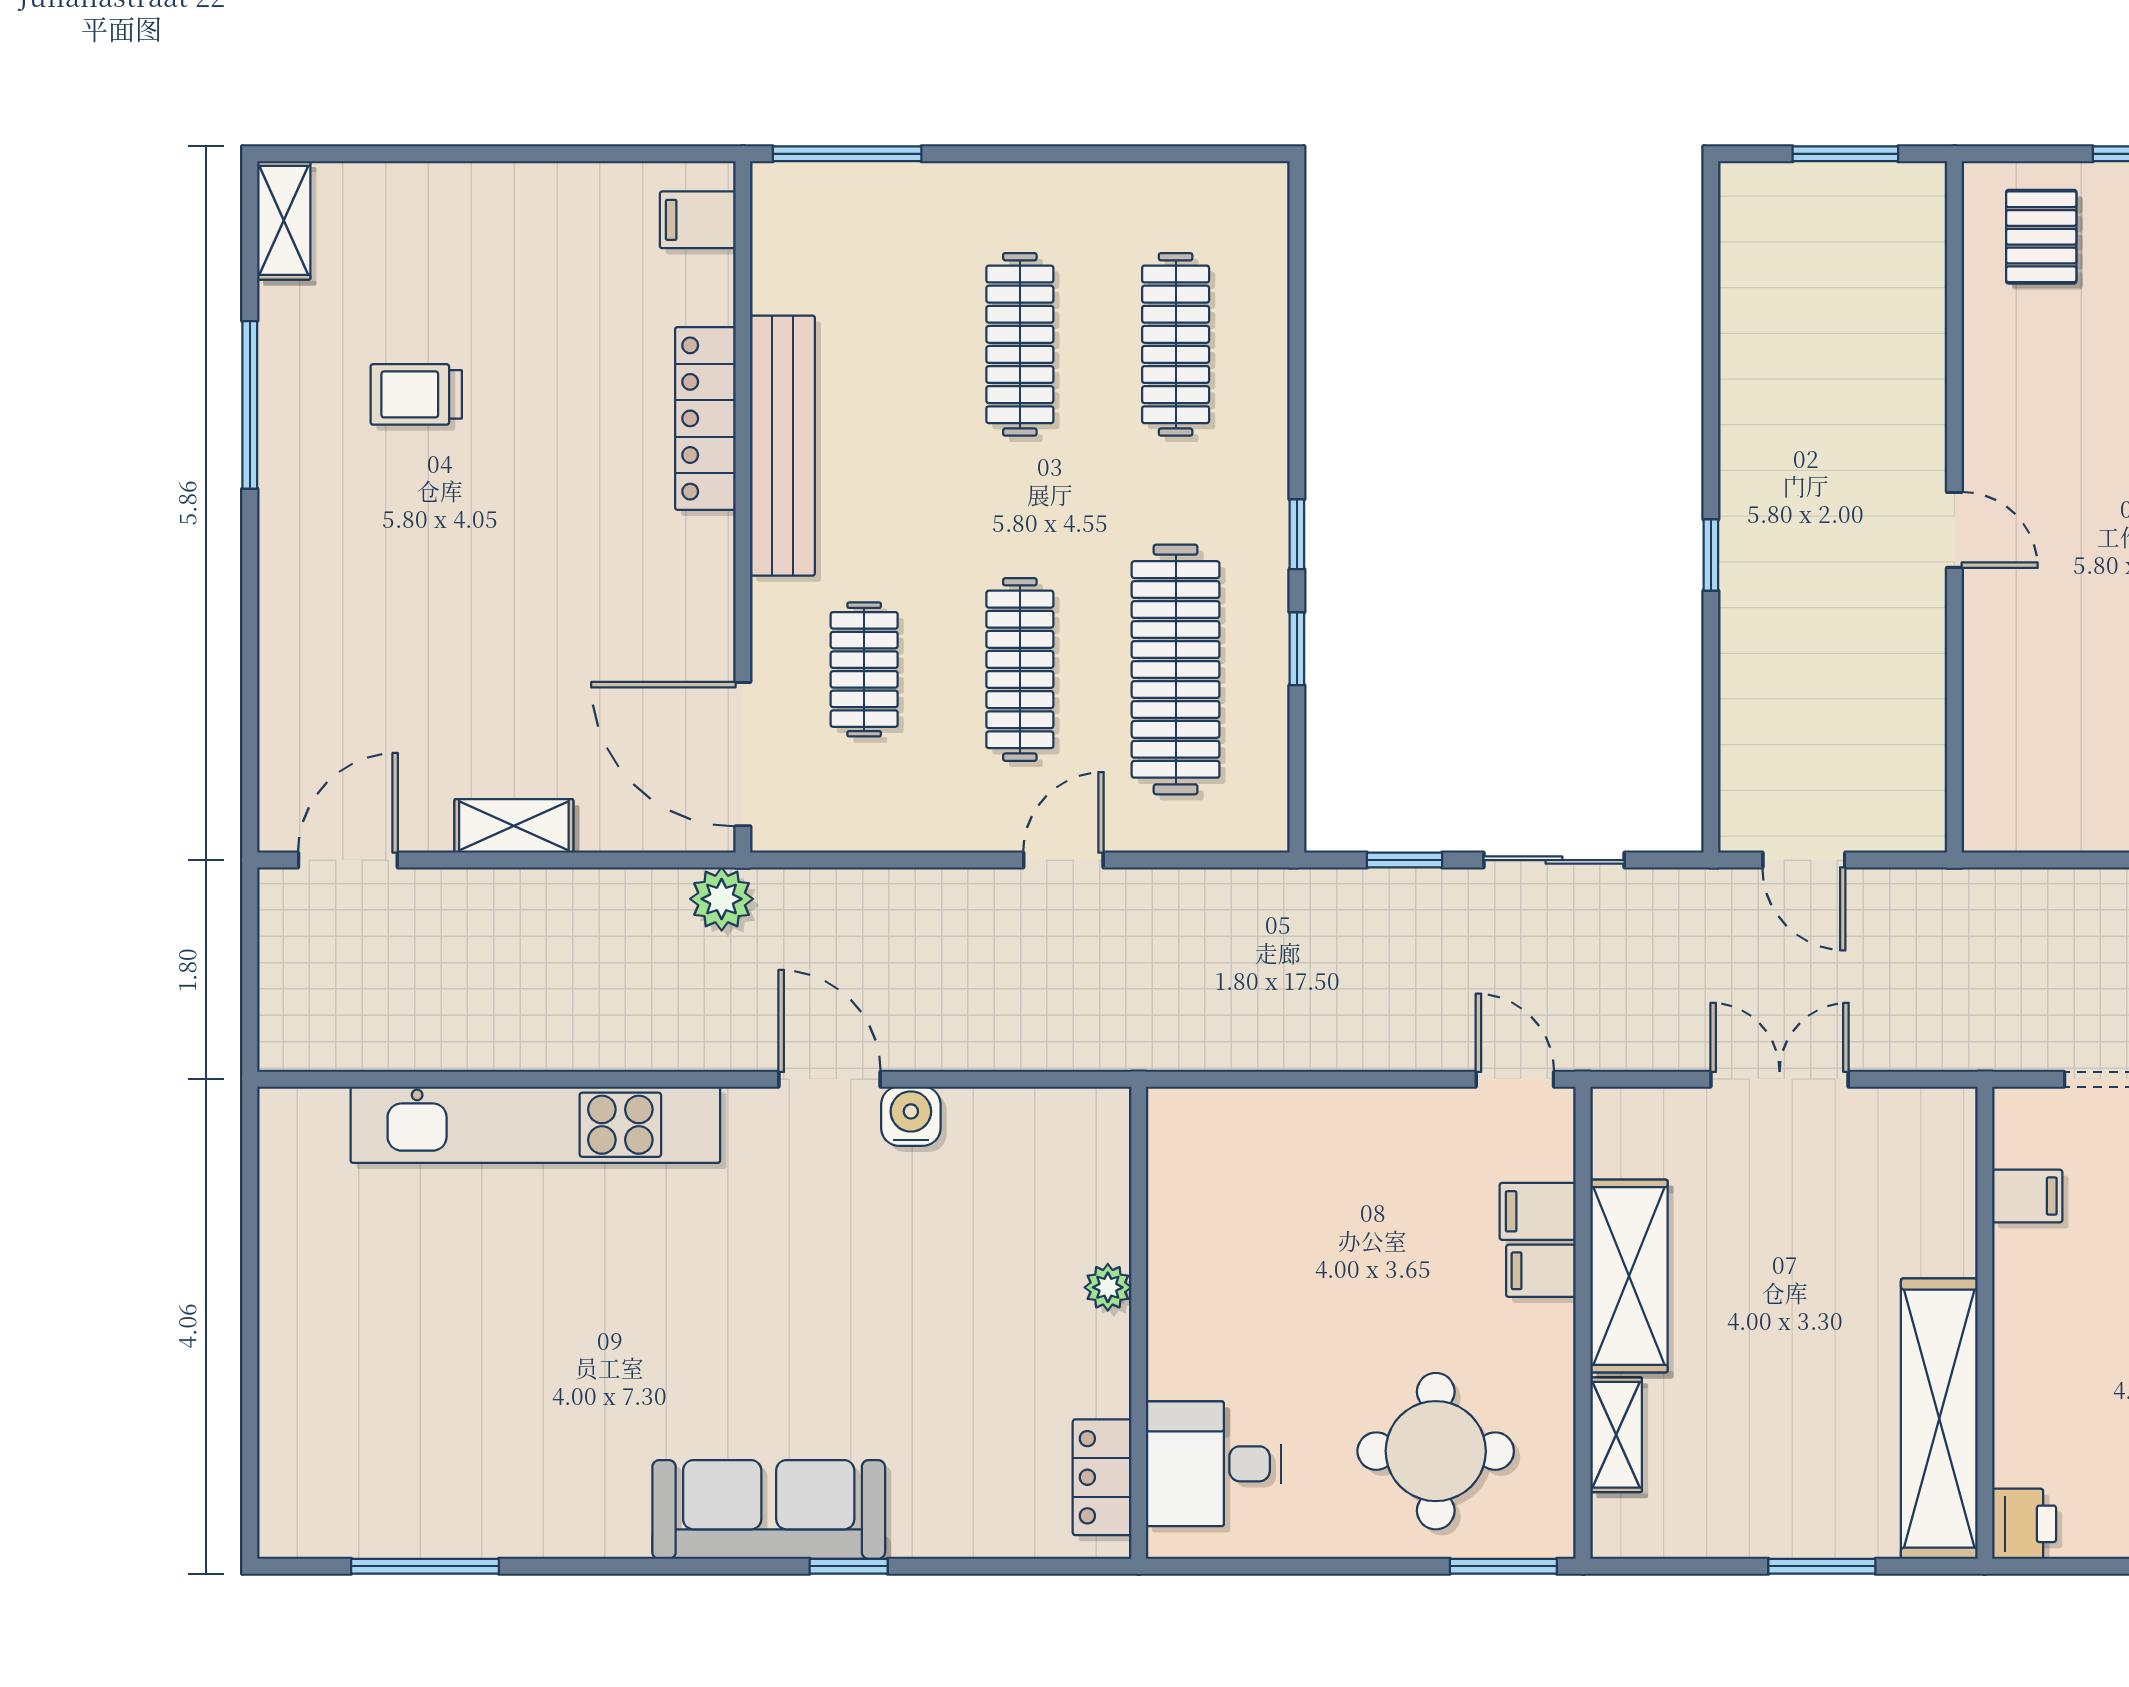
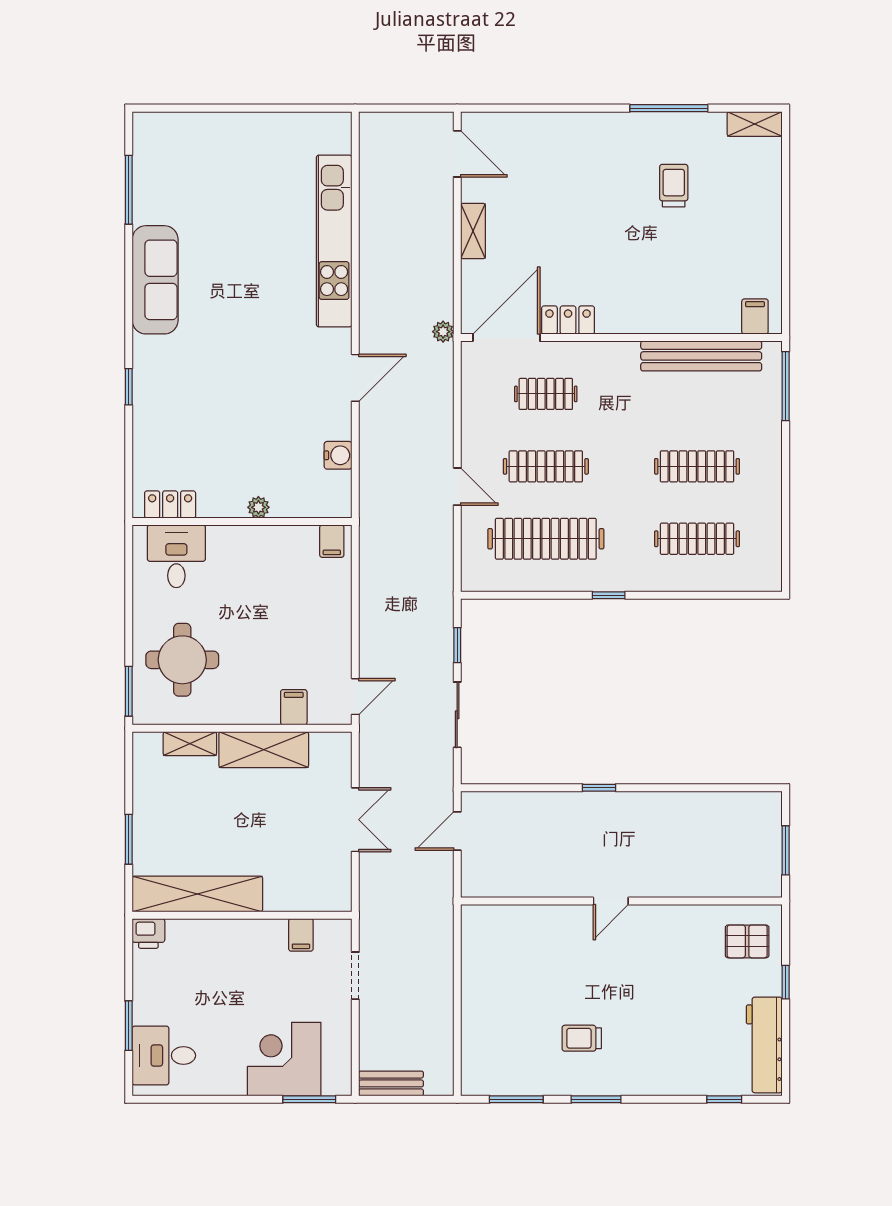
locker: (705, 418) -> (568, 320), moved, width x0.66
bench: (782, 446) -> (701, 356), moved
window: (1297, 649) -> (555, 595), removed
plant: (722, 899) -> (443, 332), width x0.73, depth x0.73
water cooler: (911, 1116) -> (338, 455), moved
filing cabinet: (1541, 1271) -> (332, 541), moved, turned 180
sofa: (769, 1510) -> (155, 280), moved

